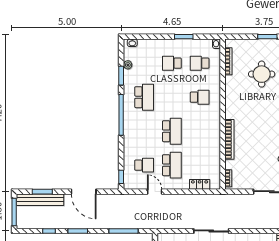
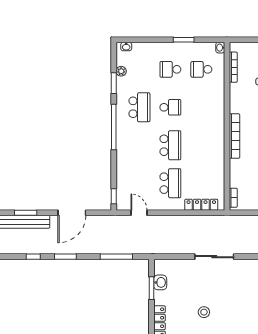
school desk: (200, 97) -> (170, 107), moved
bookcase: (229, 139) -> (235, 136), moved
school desk: (144, 165) -> (139, 183), removed
locker: (200, 184) -> (201, 205), width x1.53
door: (84, 192) -> (72, 213), hinge flipped
door: (155, 192) -> (139, 213), moved

